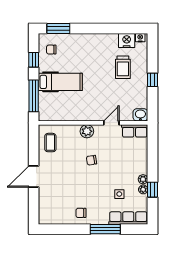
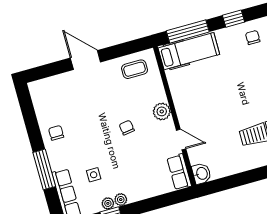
window: (153, 80) -> (250, 176), removed
hospital bed: (60, 82) -> (189, 51), moved, turned -90

